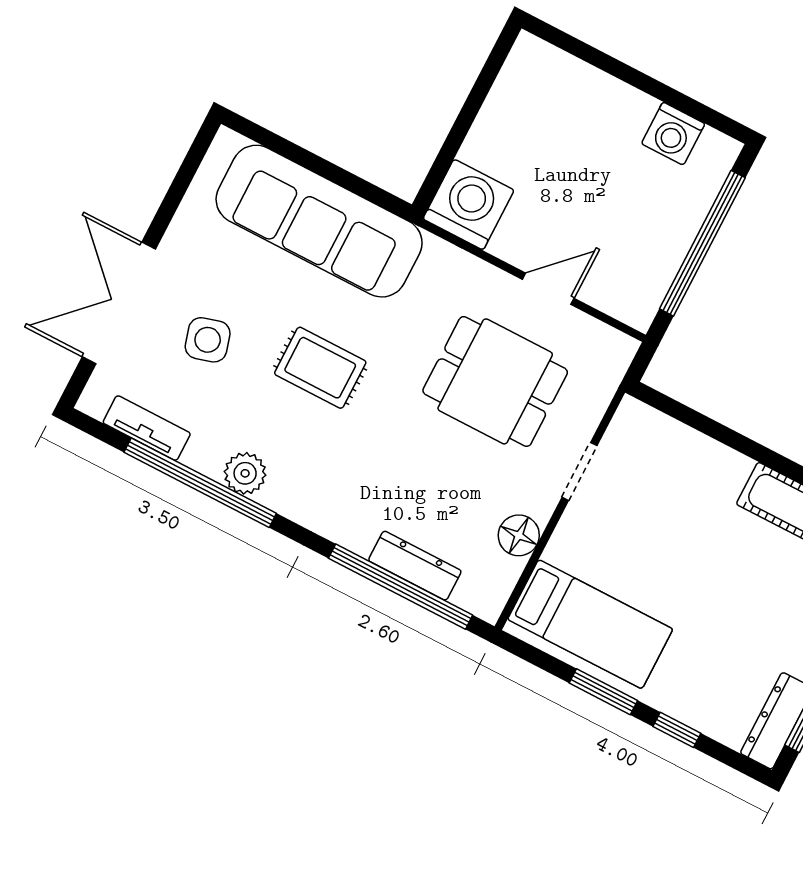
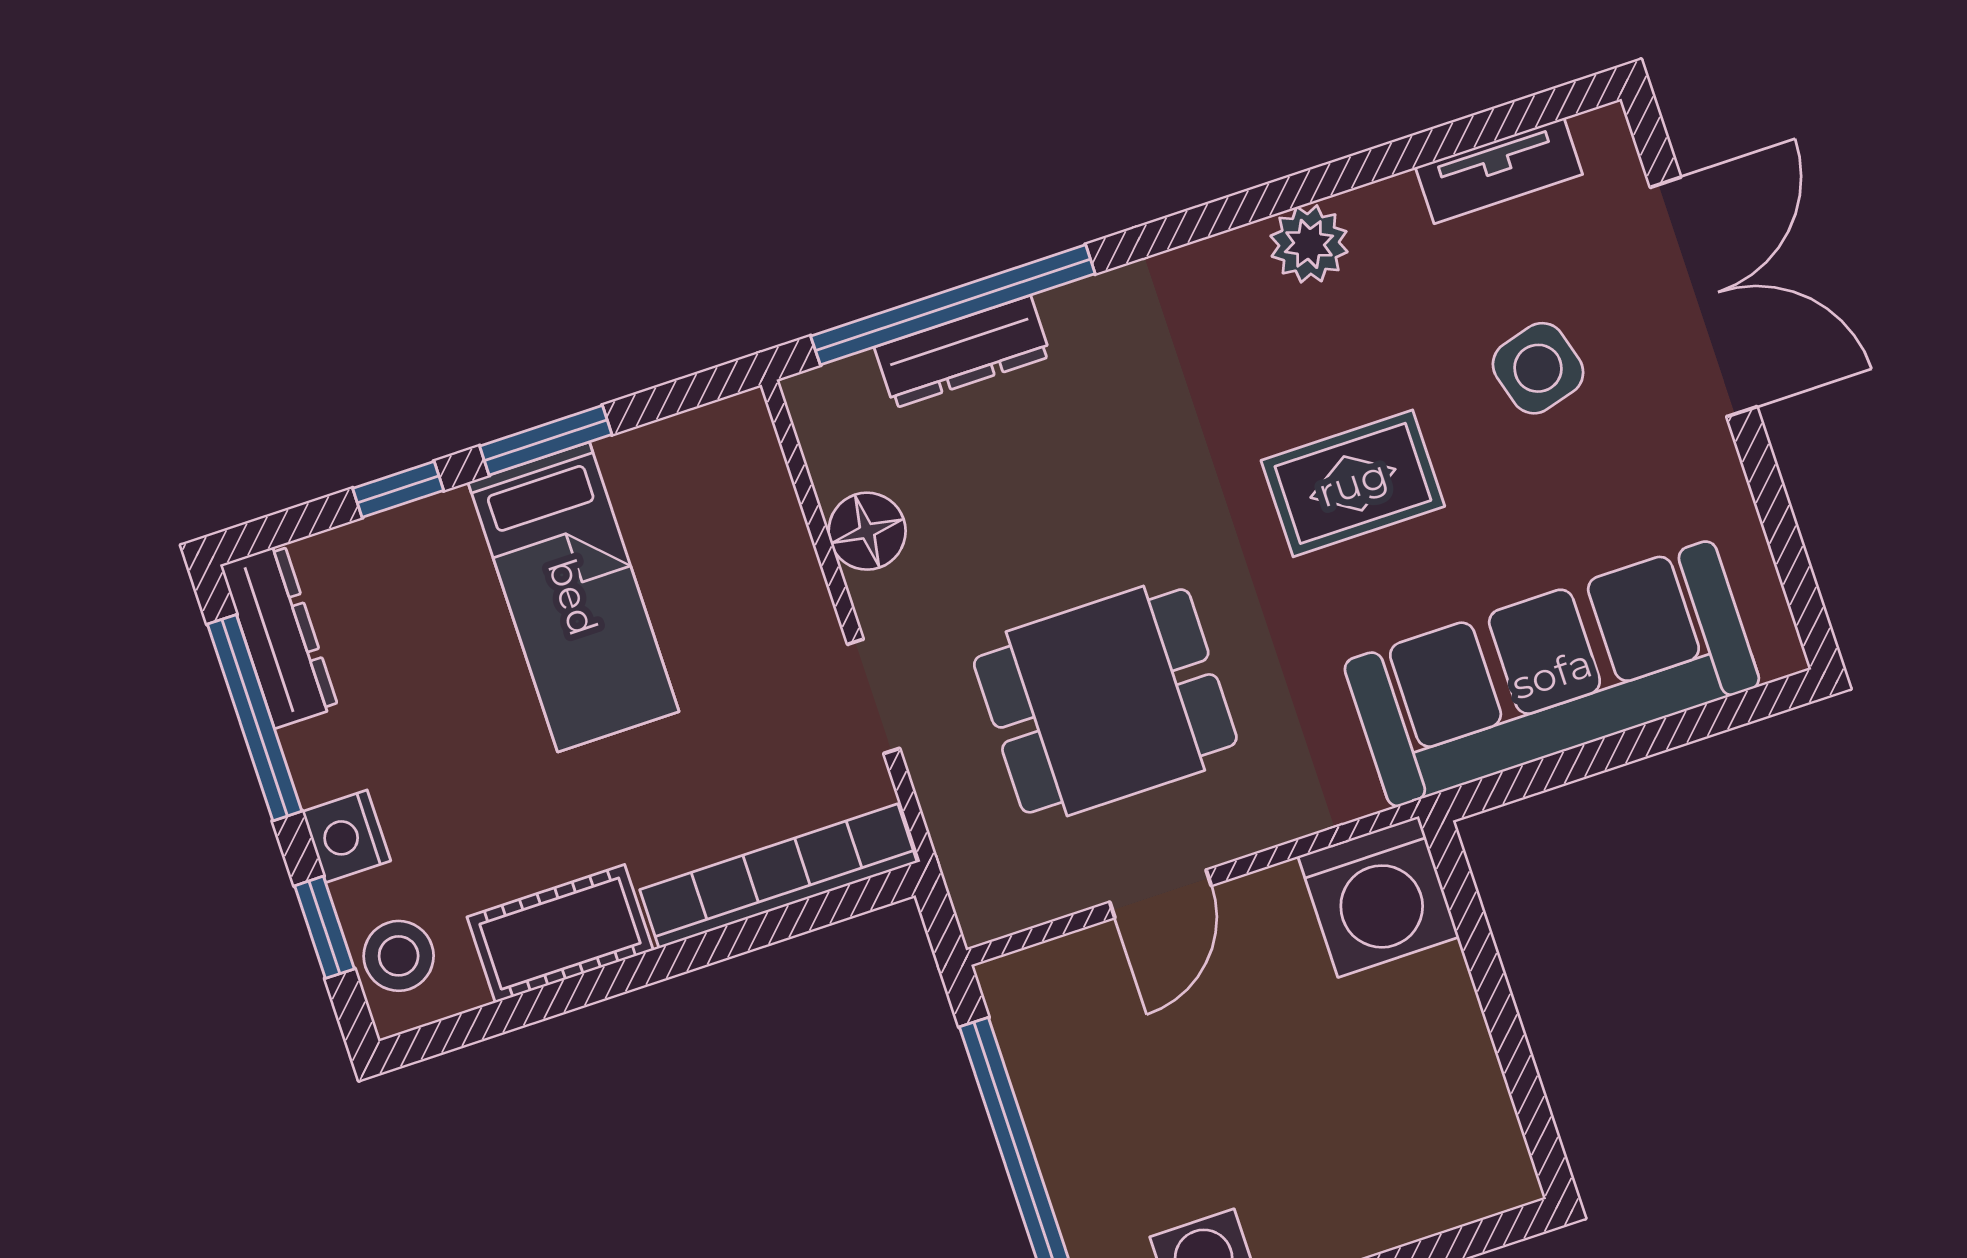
bookcase: (683, 441) -> (778, 876), added
window: (200, 483) -> (1355, 171), removed
bed: (590, 624) -> (573, 597), moved, turned -90

